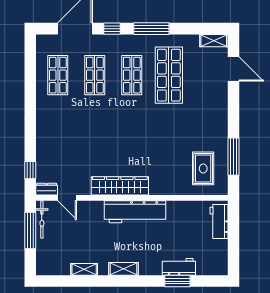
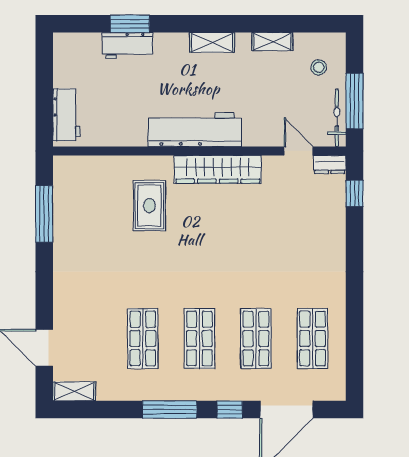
shop shelf: (169, 75) -> (143, 338), width x0.70, depth x0.74
rug: (203, 168) -> (149, 206), moved
stool: (54, 253) -> (319, 67), added

